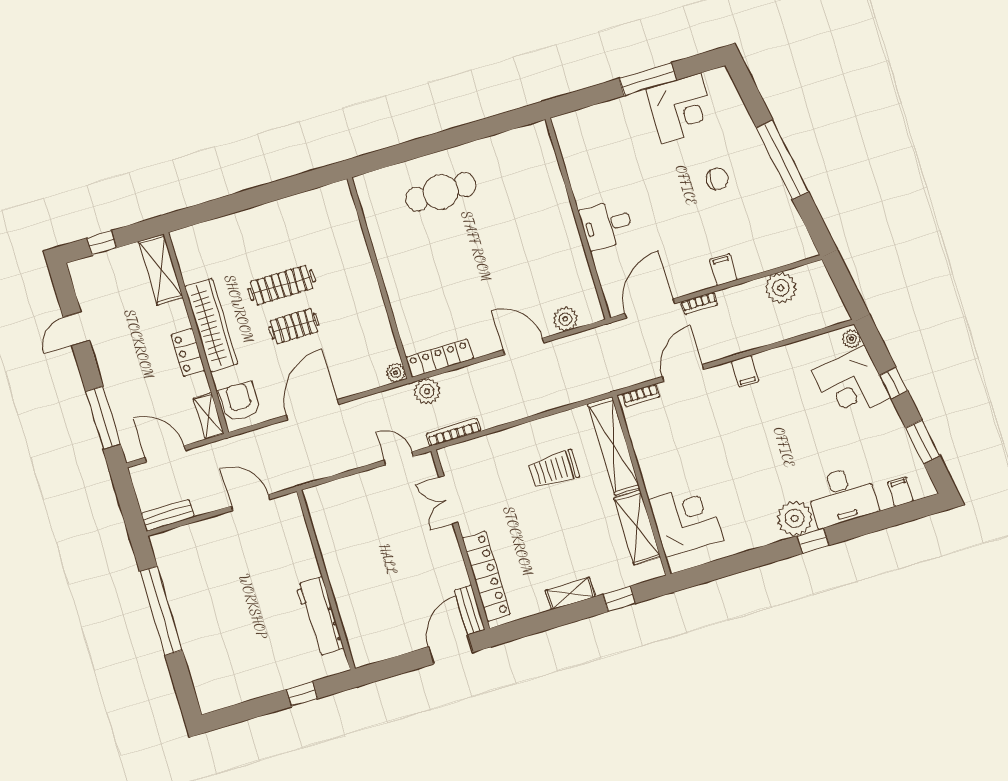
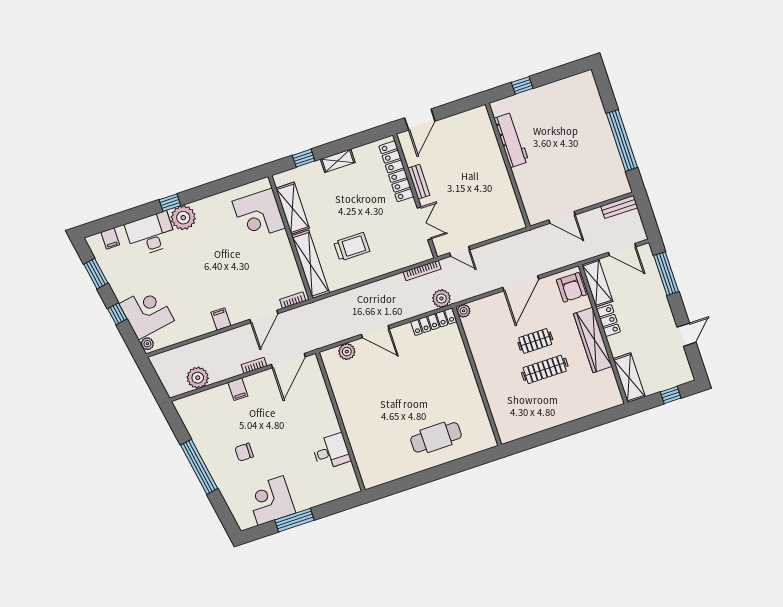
desk: (607, 225) -> (331, 451), moved
shelving: (209, 416) -> (597, 283), width x1.50, depth x1.33
bench: (470, 610) -> (419, 182), moved

